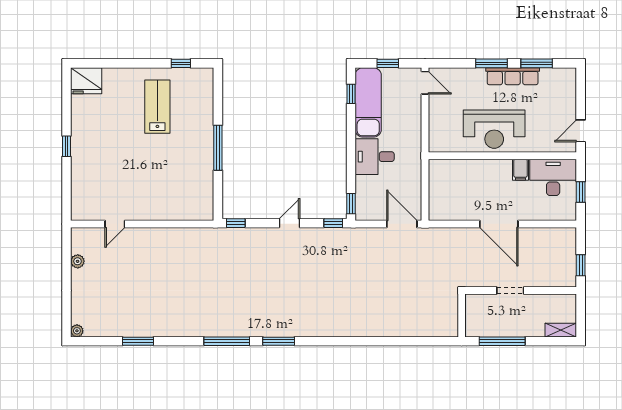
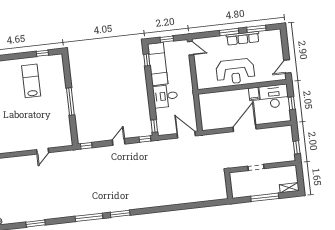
door: (115, 224) -> (43, 151), moved
door: (499, 224) -> (245, 128), swing flipped
window: (502, 341) -> (265, 197), moved

